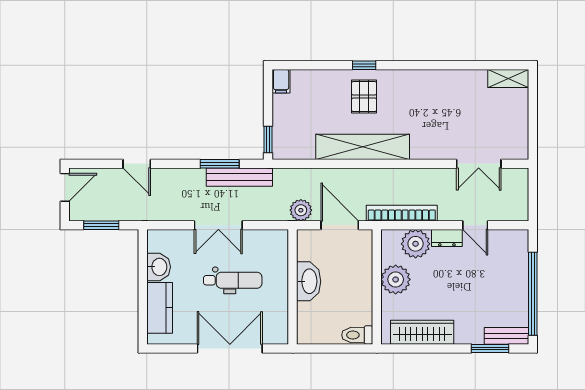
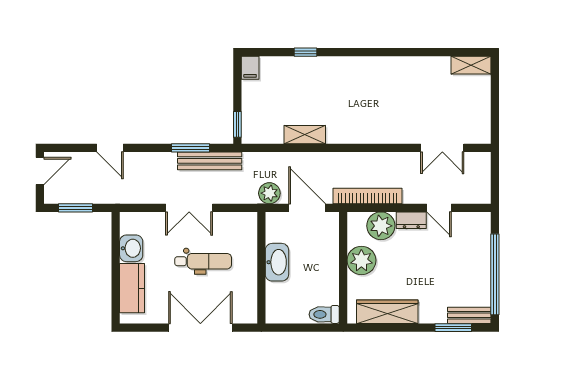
window: (364, 65) -> (305, 52), moved
pallet: (364, 97) -> (331, 83), removed
shelving: (363, 147) -> (305, 135), width x0.45, depth x0.75

